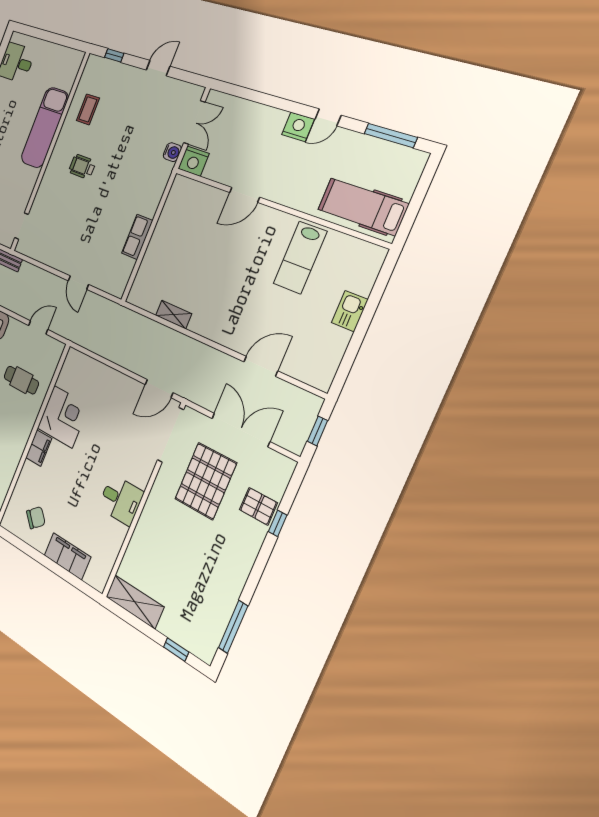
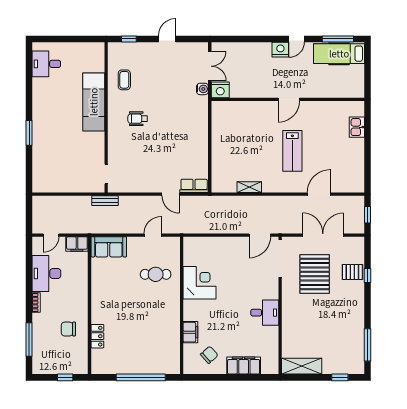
door: (245, 195) -> (289, 99), moved
hospital bed: (363, 207) -> (339, 54), moved
row of seats: (137, 237) -> (194, 186), moved, turned 90
lab bench: (300, 258) -> (292, 151), moved
kitchen sink: (350, 311) -> (357, 127), moved
filing cabinet: (39, 448) -> (190, 332), moved

